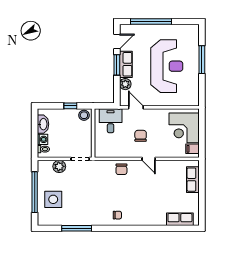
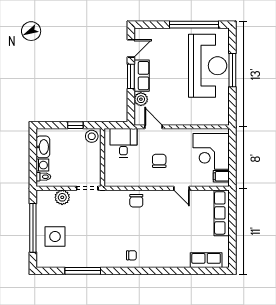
window: (151, 21) -> (194, 25), moved
reception desk: (167, 66) -> (208, 66), moved
door: (149, 159) -> (182, 188), moved
row of seats: (193, 180) -> (222, 213), width x1.48

